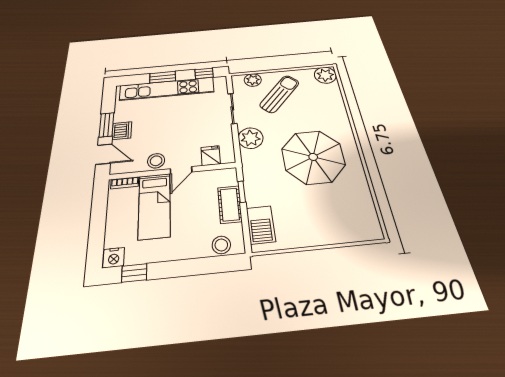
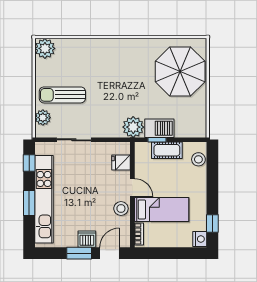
sun lounger: (280, 94) -> (62, 95), turned -42
plant: (251, 138) -> (133, 127), moved
parasol: (313, 157) -> (180, 72), moved
barbecue: (261, 225) -> (159, 128), moved

